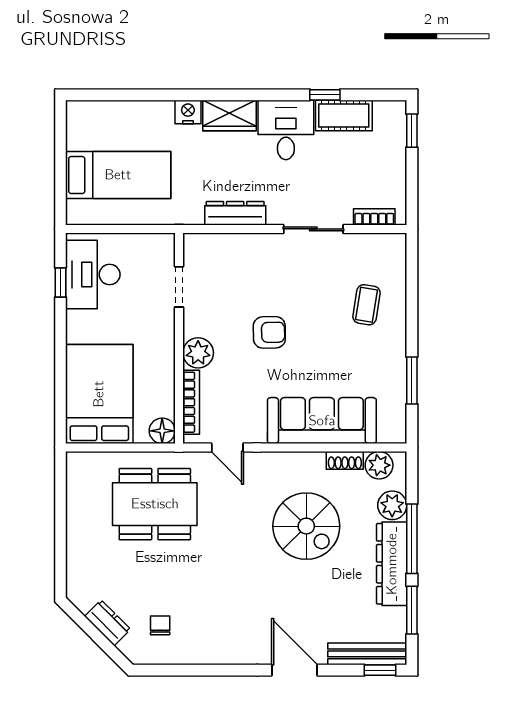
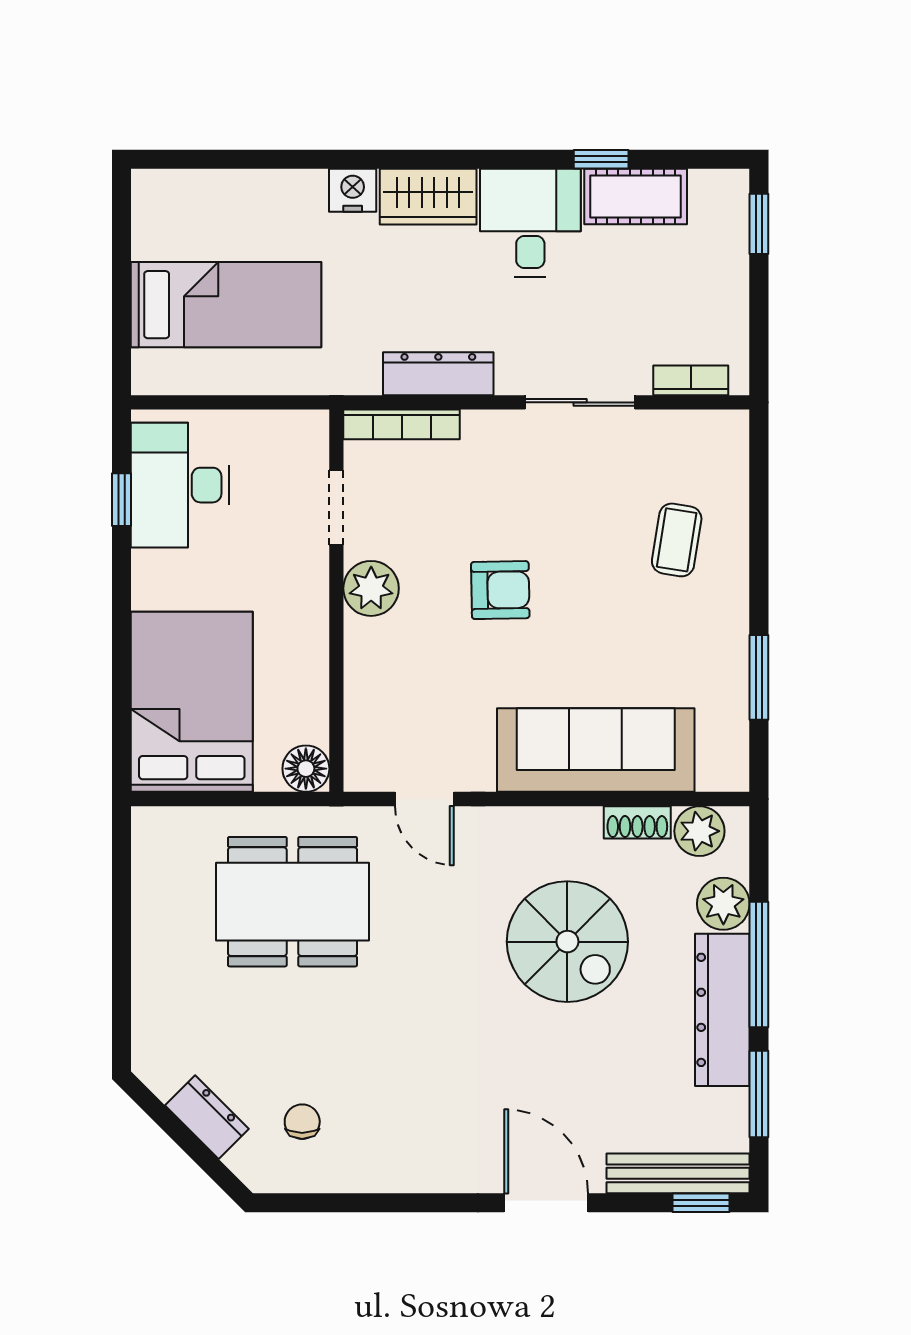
plant: (198, 353) -> (371, 588), moved
bookcase: (191, 402) -> (402, 424), moved, turned 90

